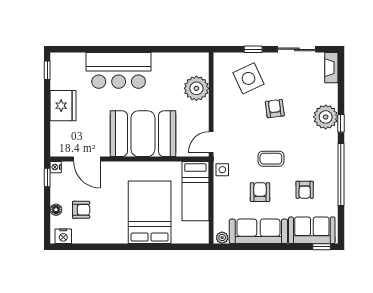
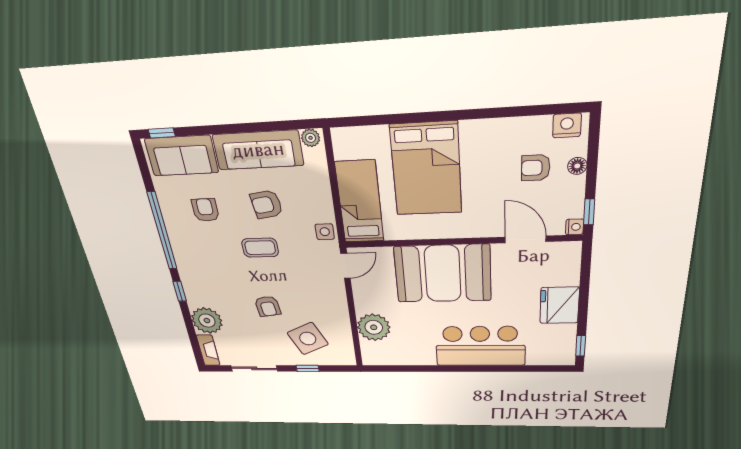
plant: (326, 117) -> (207, 321), moved
armchair: (260, 192) -> (267, 204), turned 82

